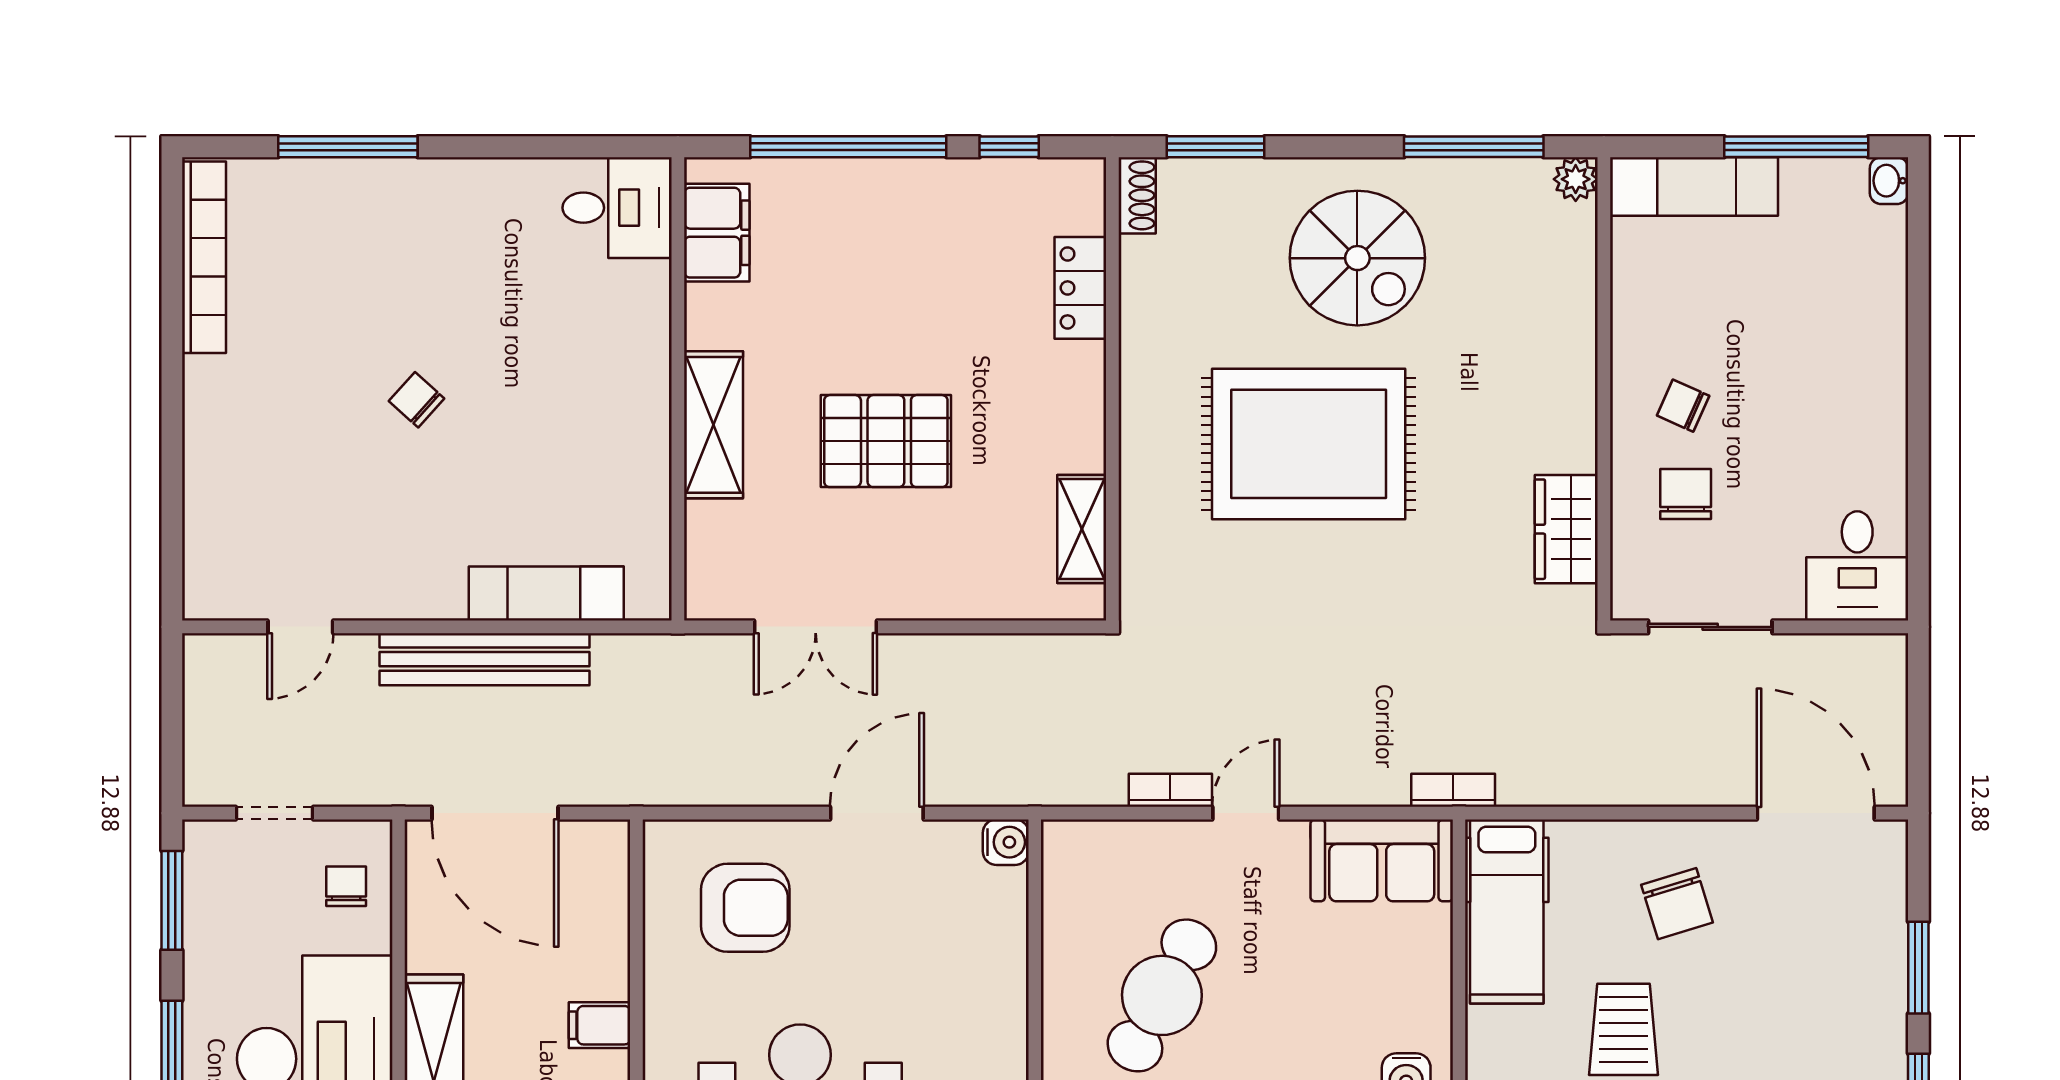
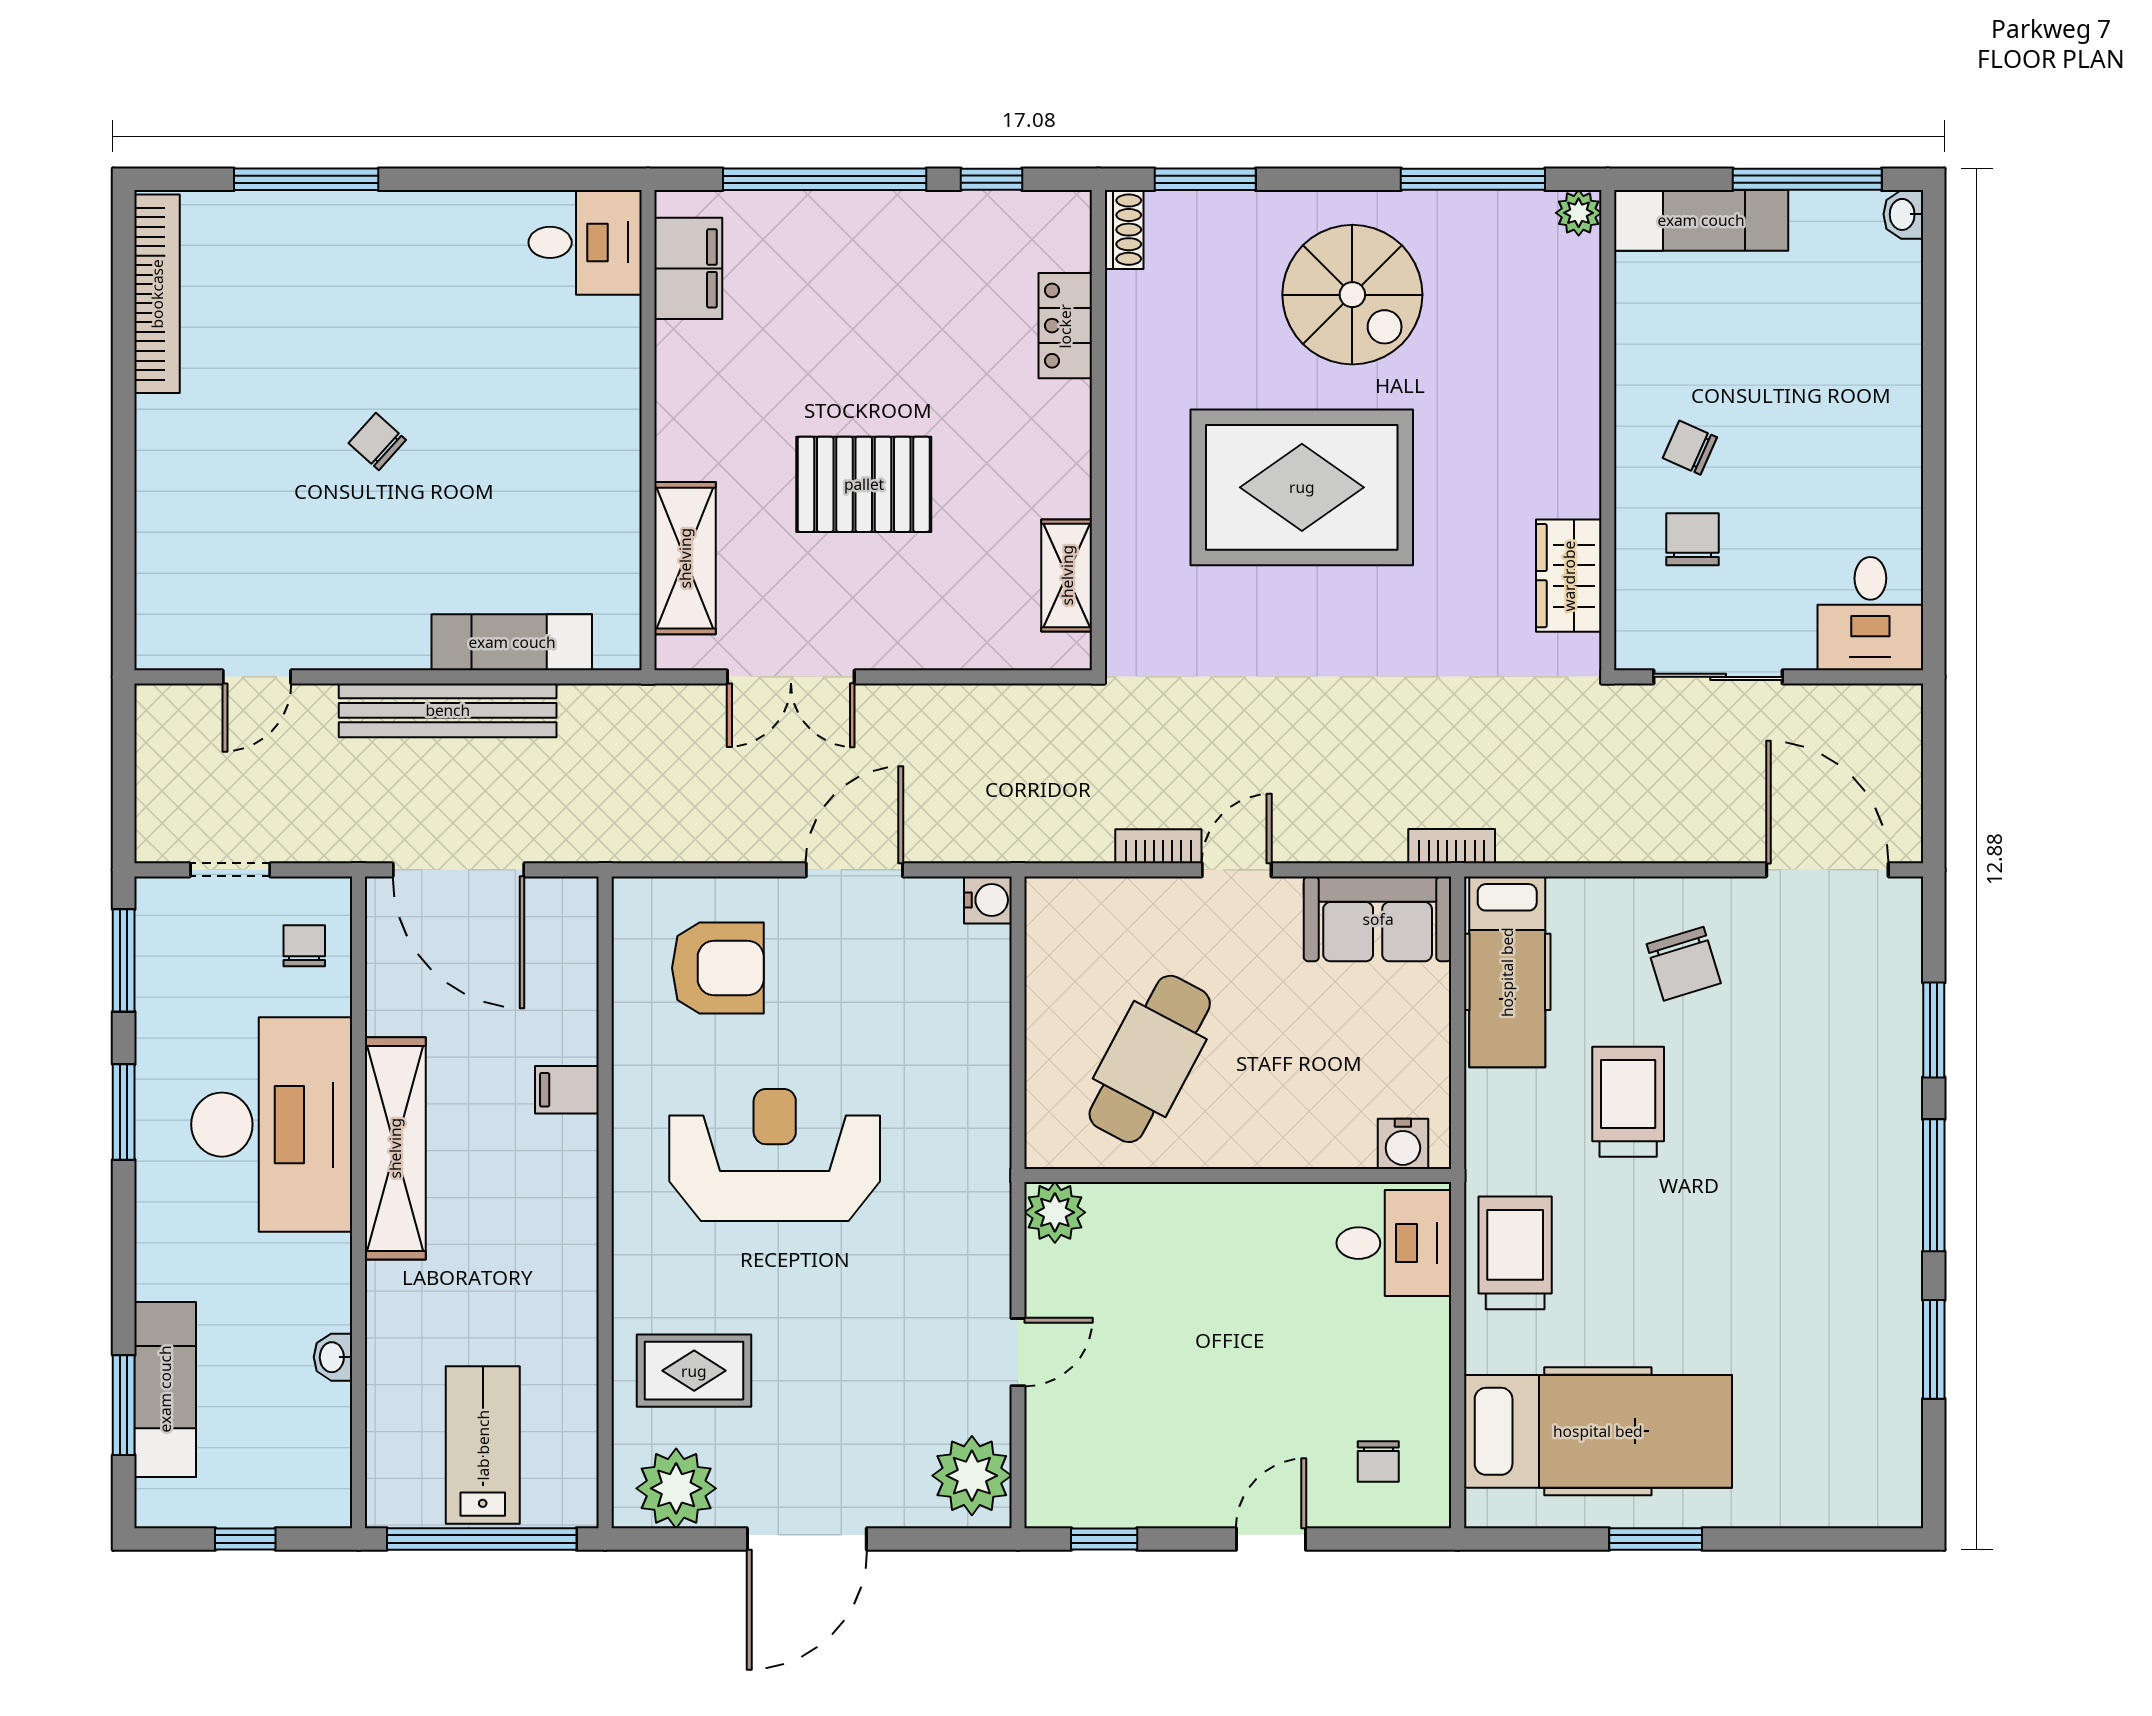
shelving: (713, 425) -> (685, 558), moved

